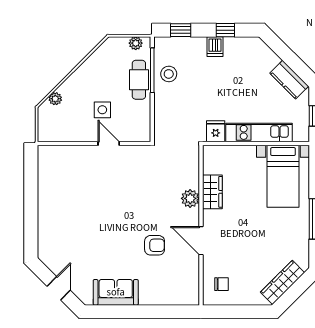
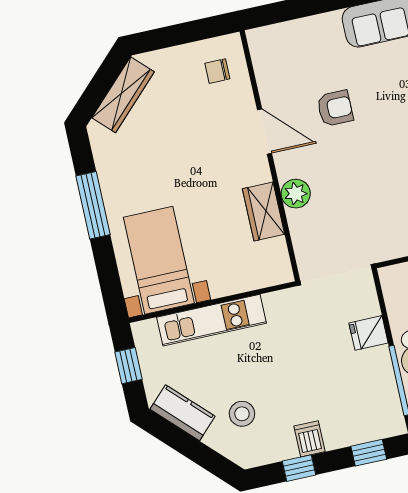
stool: (169, 74) -> (242, 414), moved
fridge: (216, 131) -> (369, 333), moved, turned 90
armchair: (155, 245) -> (335, 108), turned 180

